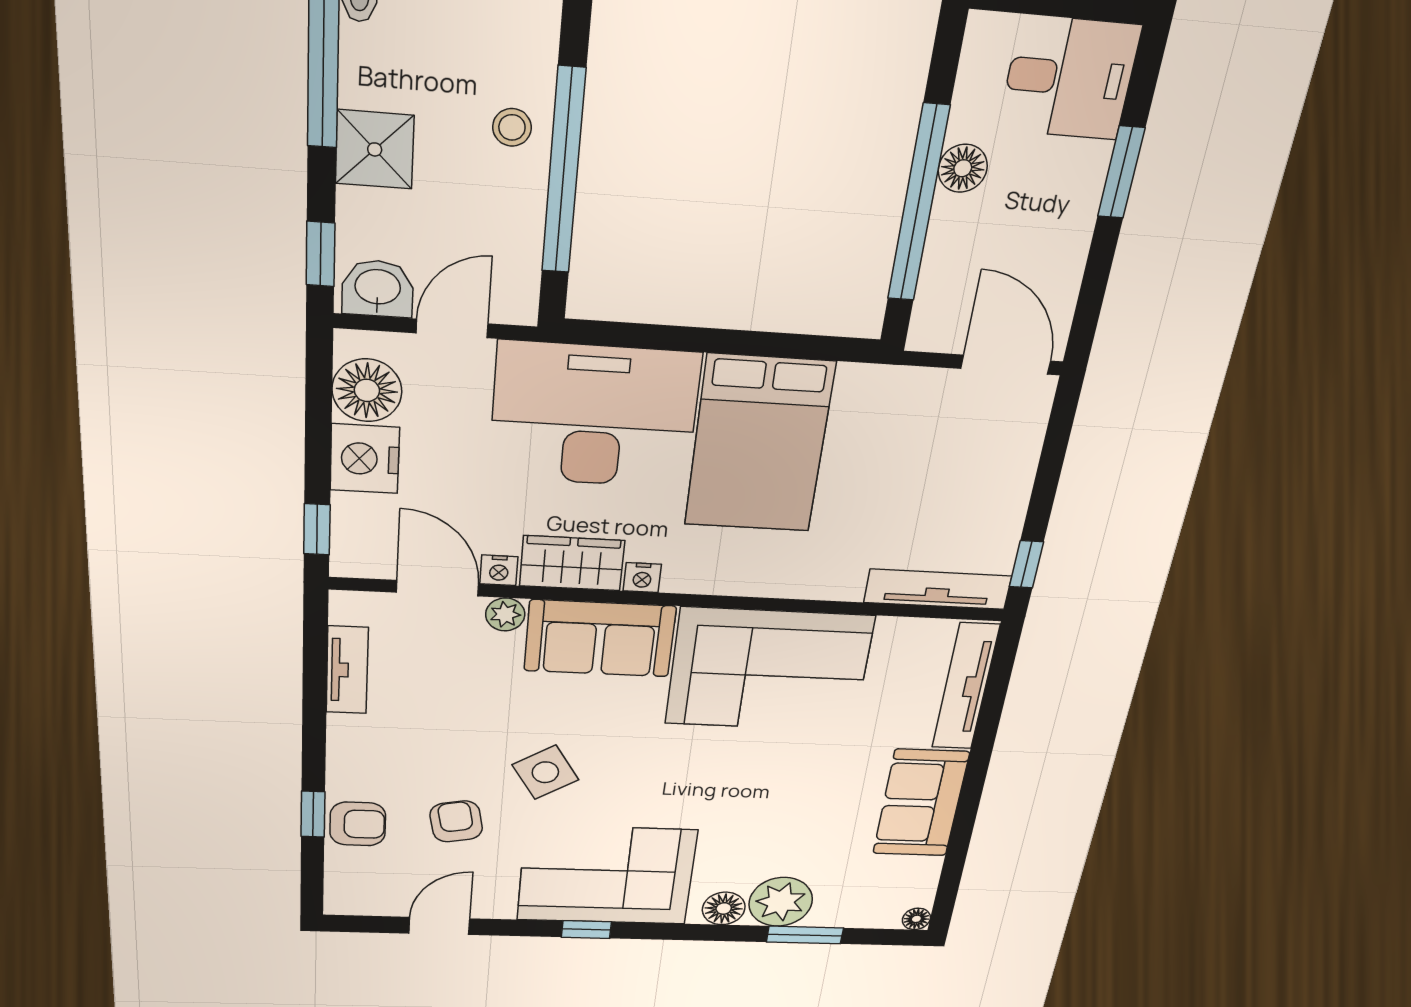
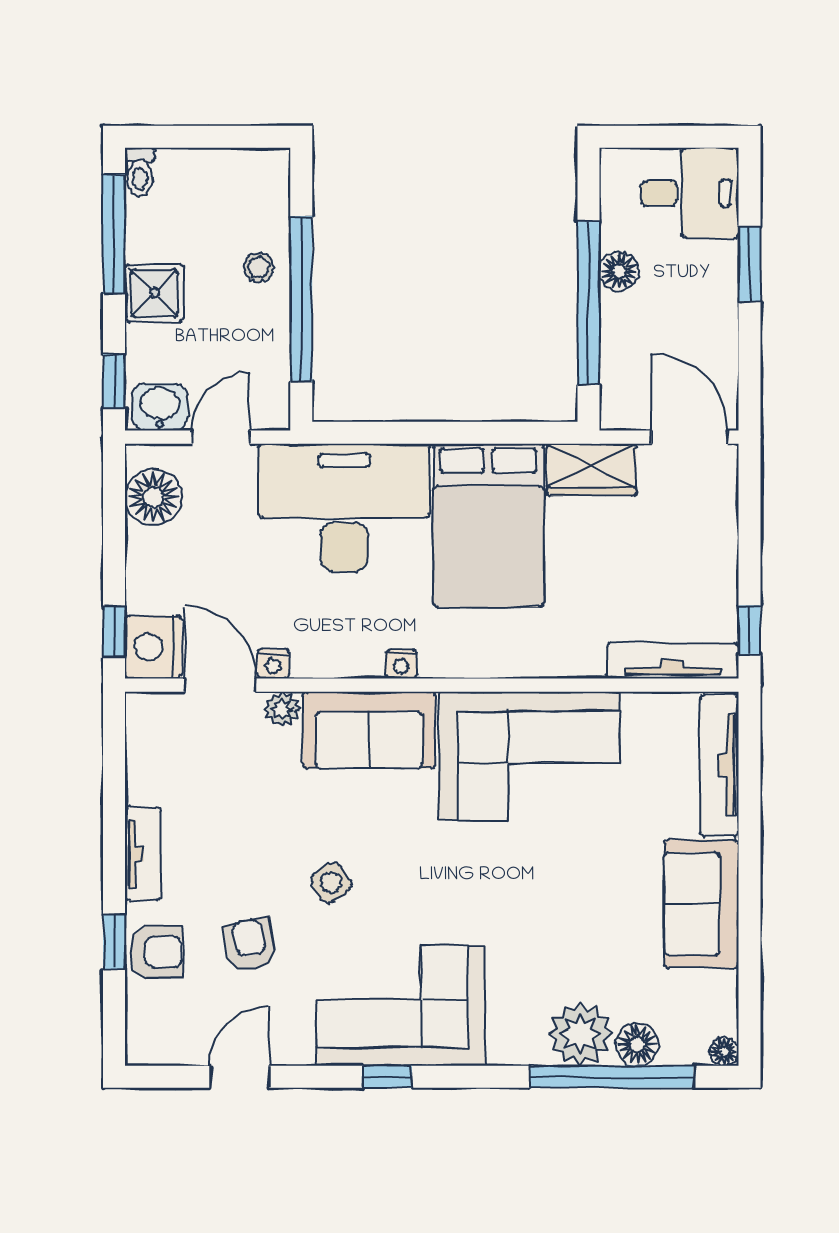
nightstand: (365, 459) -> (153, 647), moved
wardrobe: (572, 563) -> (592, 469), moved, turned 180
tv unit: (347, 670) -> (143, 854), moved
side table: (545, 772) -> (331, 883), width x0.73, depth x0.73
floor lamp: (724, 908) -> (637, 1044), moved
window: (805, 935) -> (612, 1077), width x2.11

